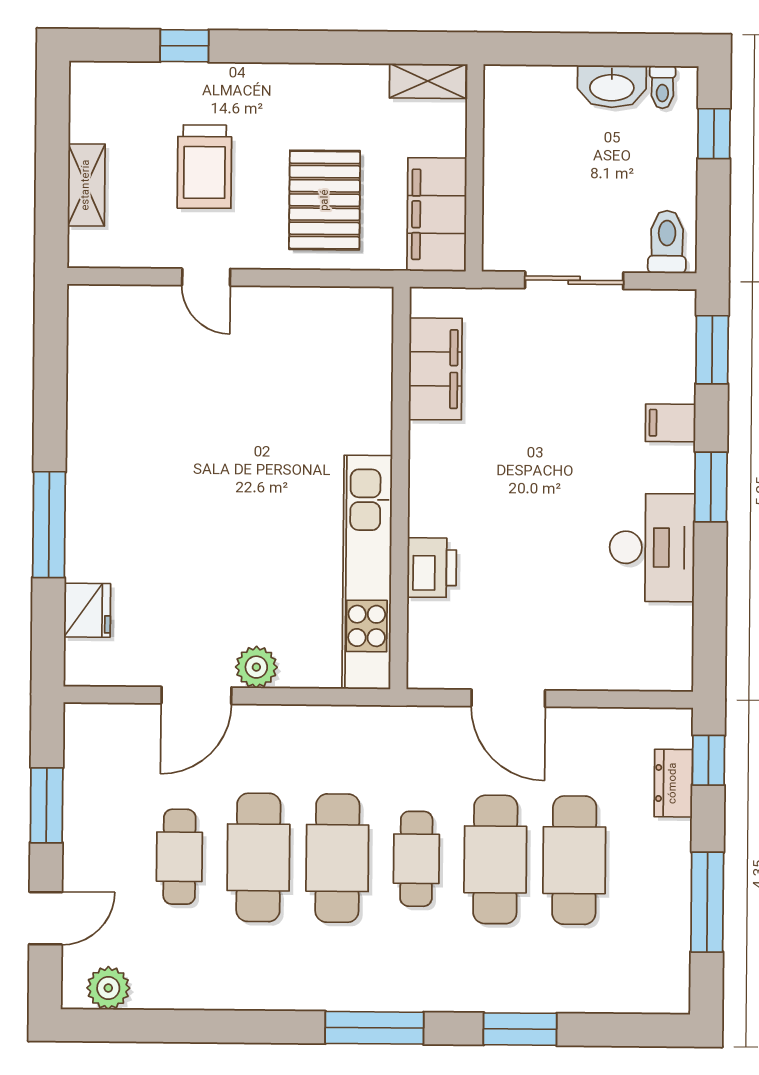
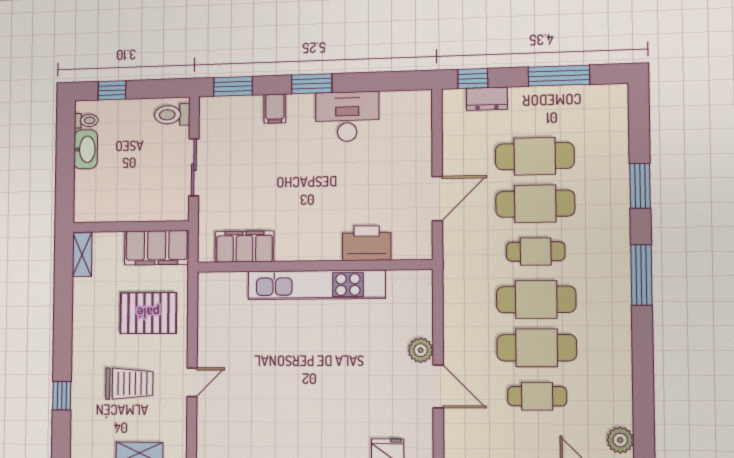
printer: (432, 568) -> (367, 243), width x1.37, depth x1.19
kitchen unit: (367, 572) -> (316, 285), moved

